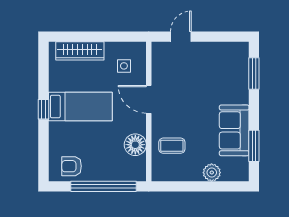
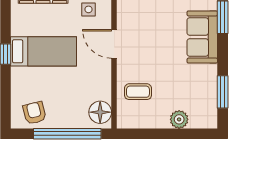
sofa: (234, 130) -> (202, 37), moved
floor lamp: (135, 145) -> (100, 112), moved
armchair: (72, 166) -> (34, 113), turned 76

